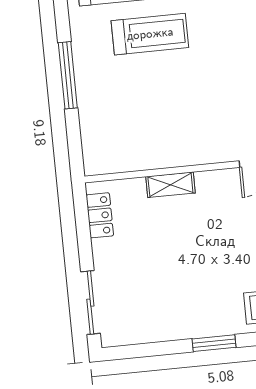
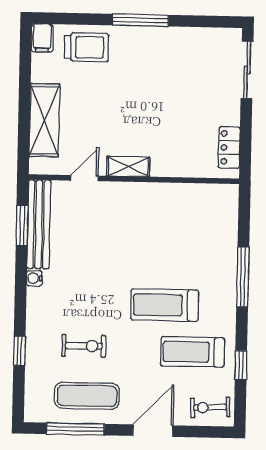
shelving: (170, 185) -> (128, 167), moved
window: (214, 343) -> (140, 20), width x1.44

